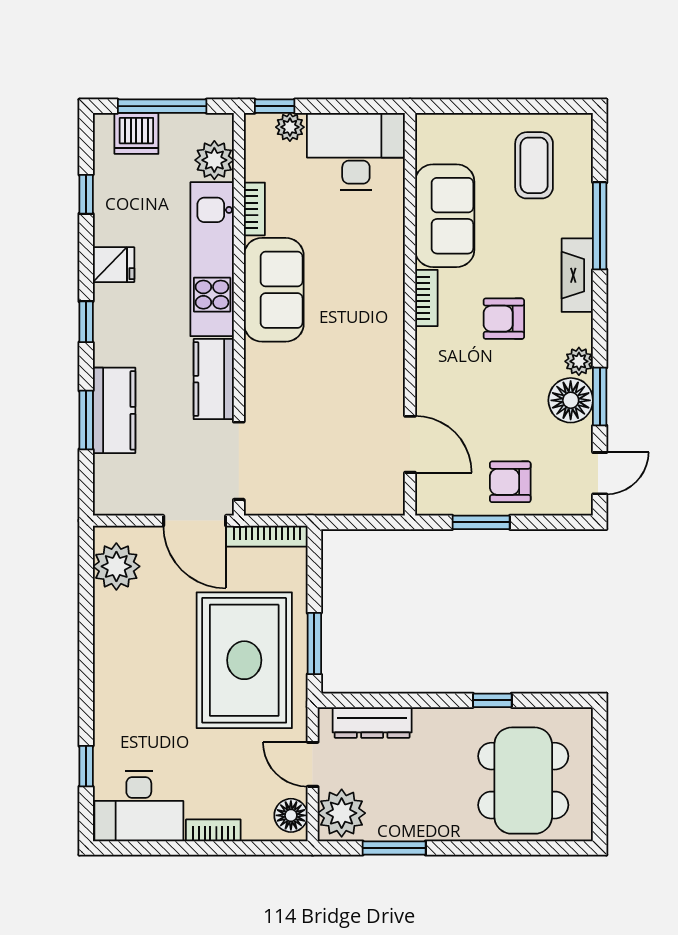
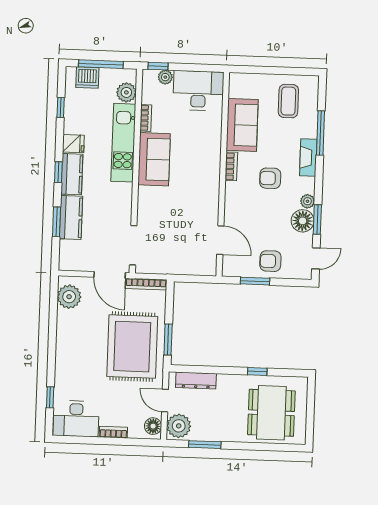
kitchen counter: (214, 379) -> (72, 174), moved, turned 180

